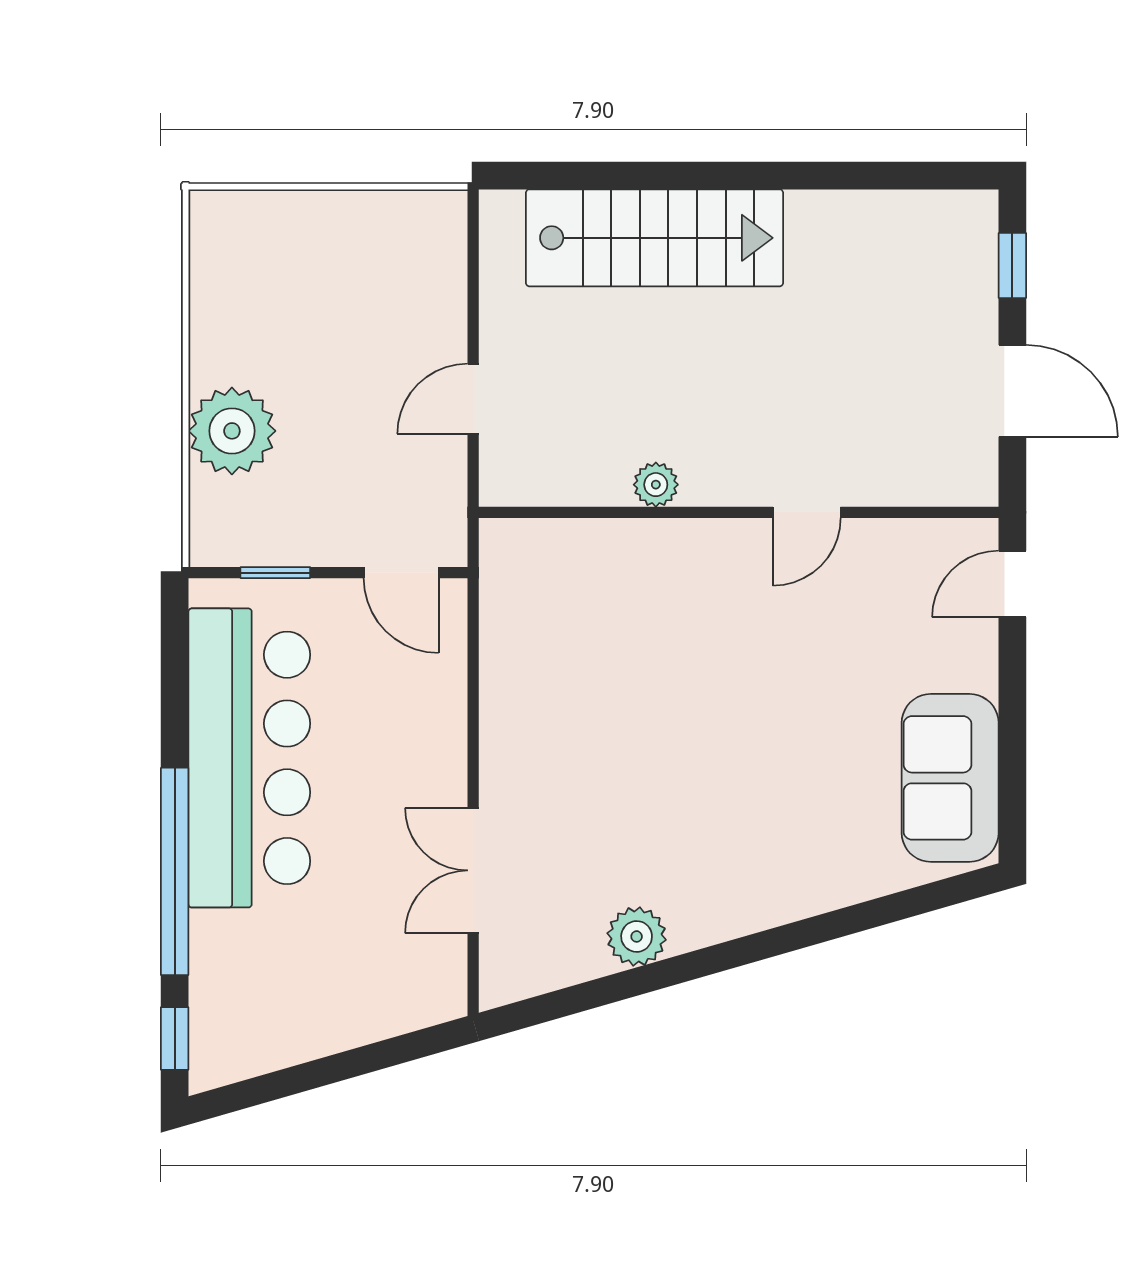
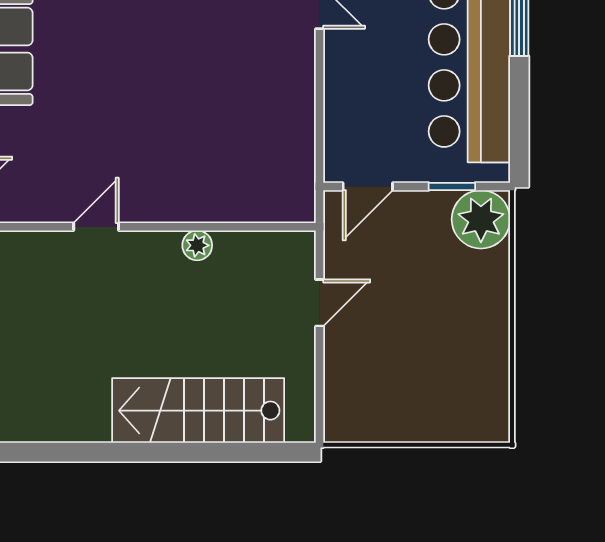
plant: (232, 431) -> (481, 219), moved
door: (401, 573) -> (368, 186), swing flipped

